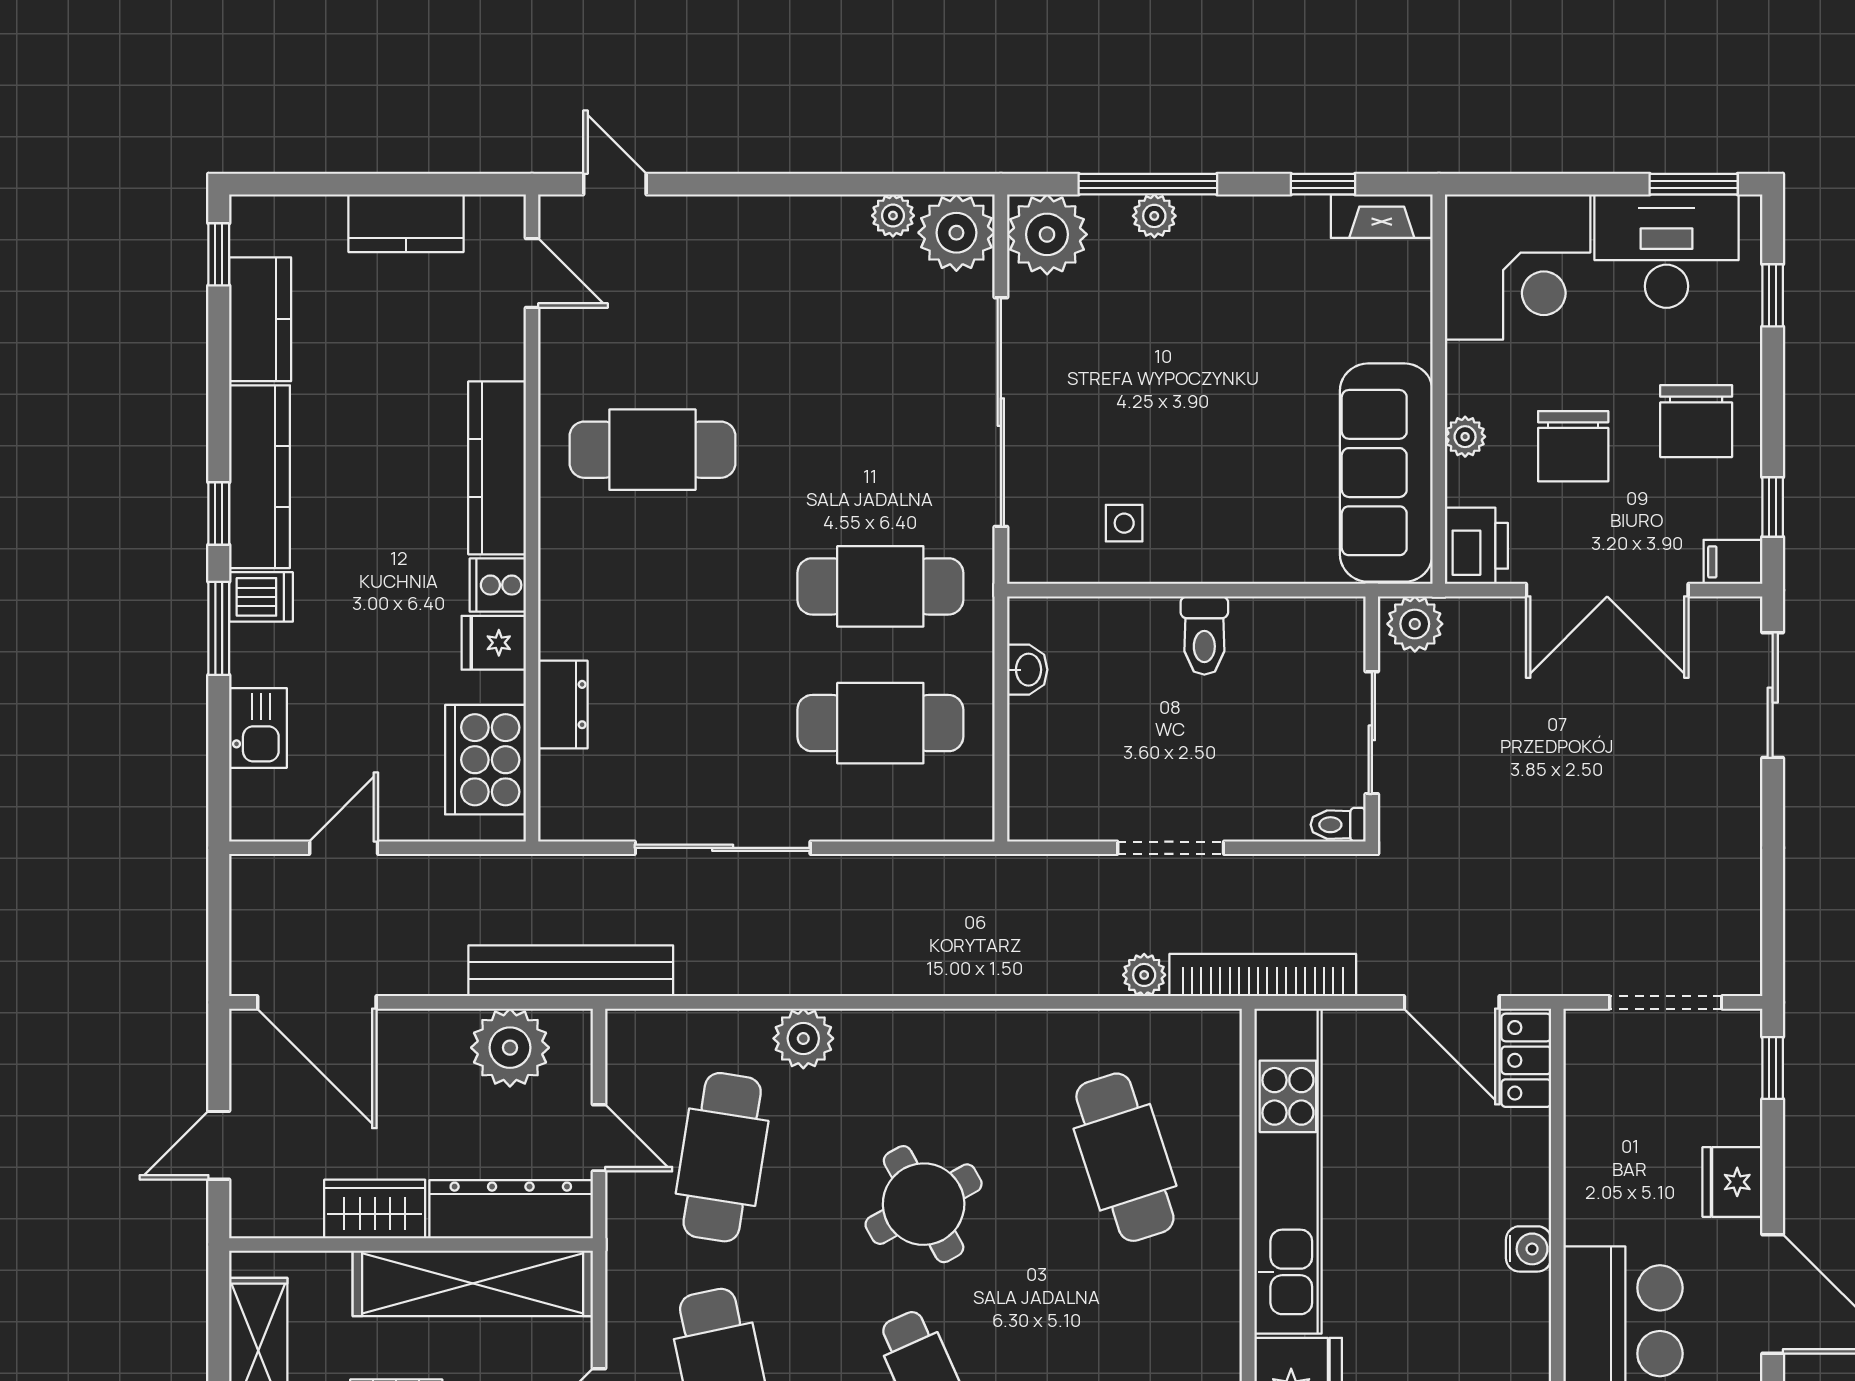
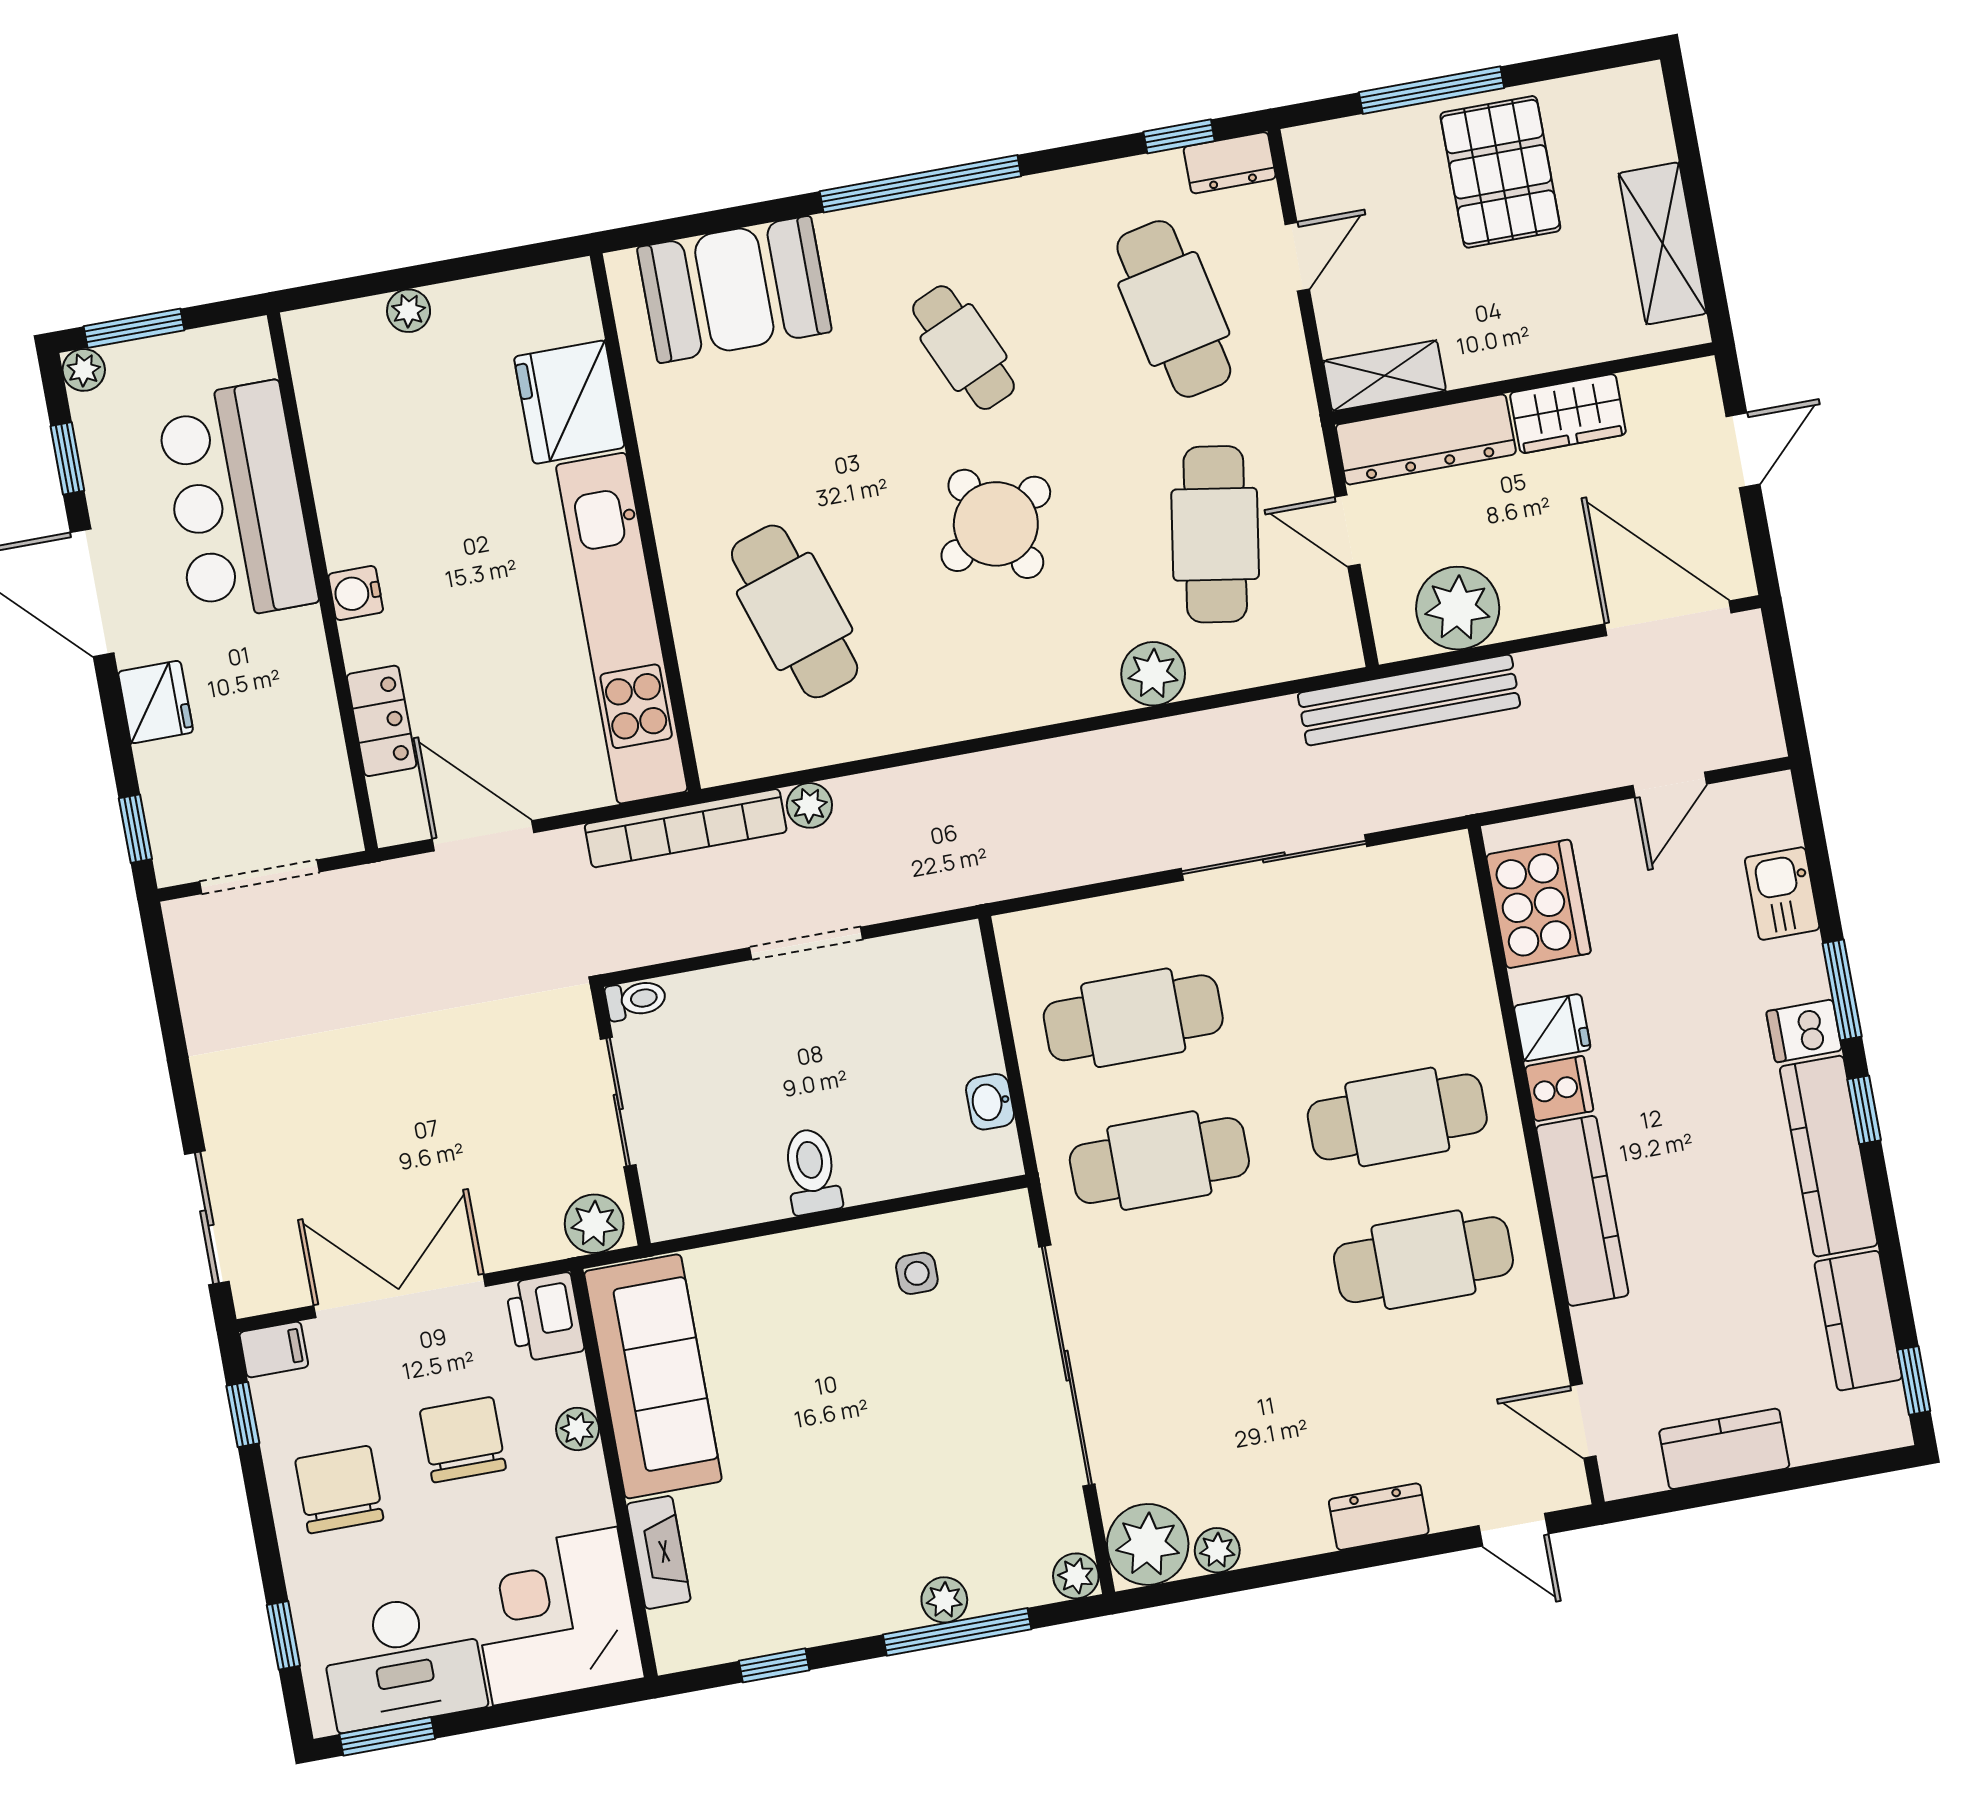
fireplace: (1382, 216) -> (659, 1552), moved, turned 90
plant: (1047, 234) -> (1076, 1576), width x0.53, depth x0.53
cafe table: (652, 586) -> (1397, 1117), added
dresser: (563, 705) -> (1379, 1517), moved, turned 90
locker: (1526, 1060) -> (382, 721), moved
shelving: (473, 1283) -> (1385, 376), width x0.45, depth x0.75

